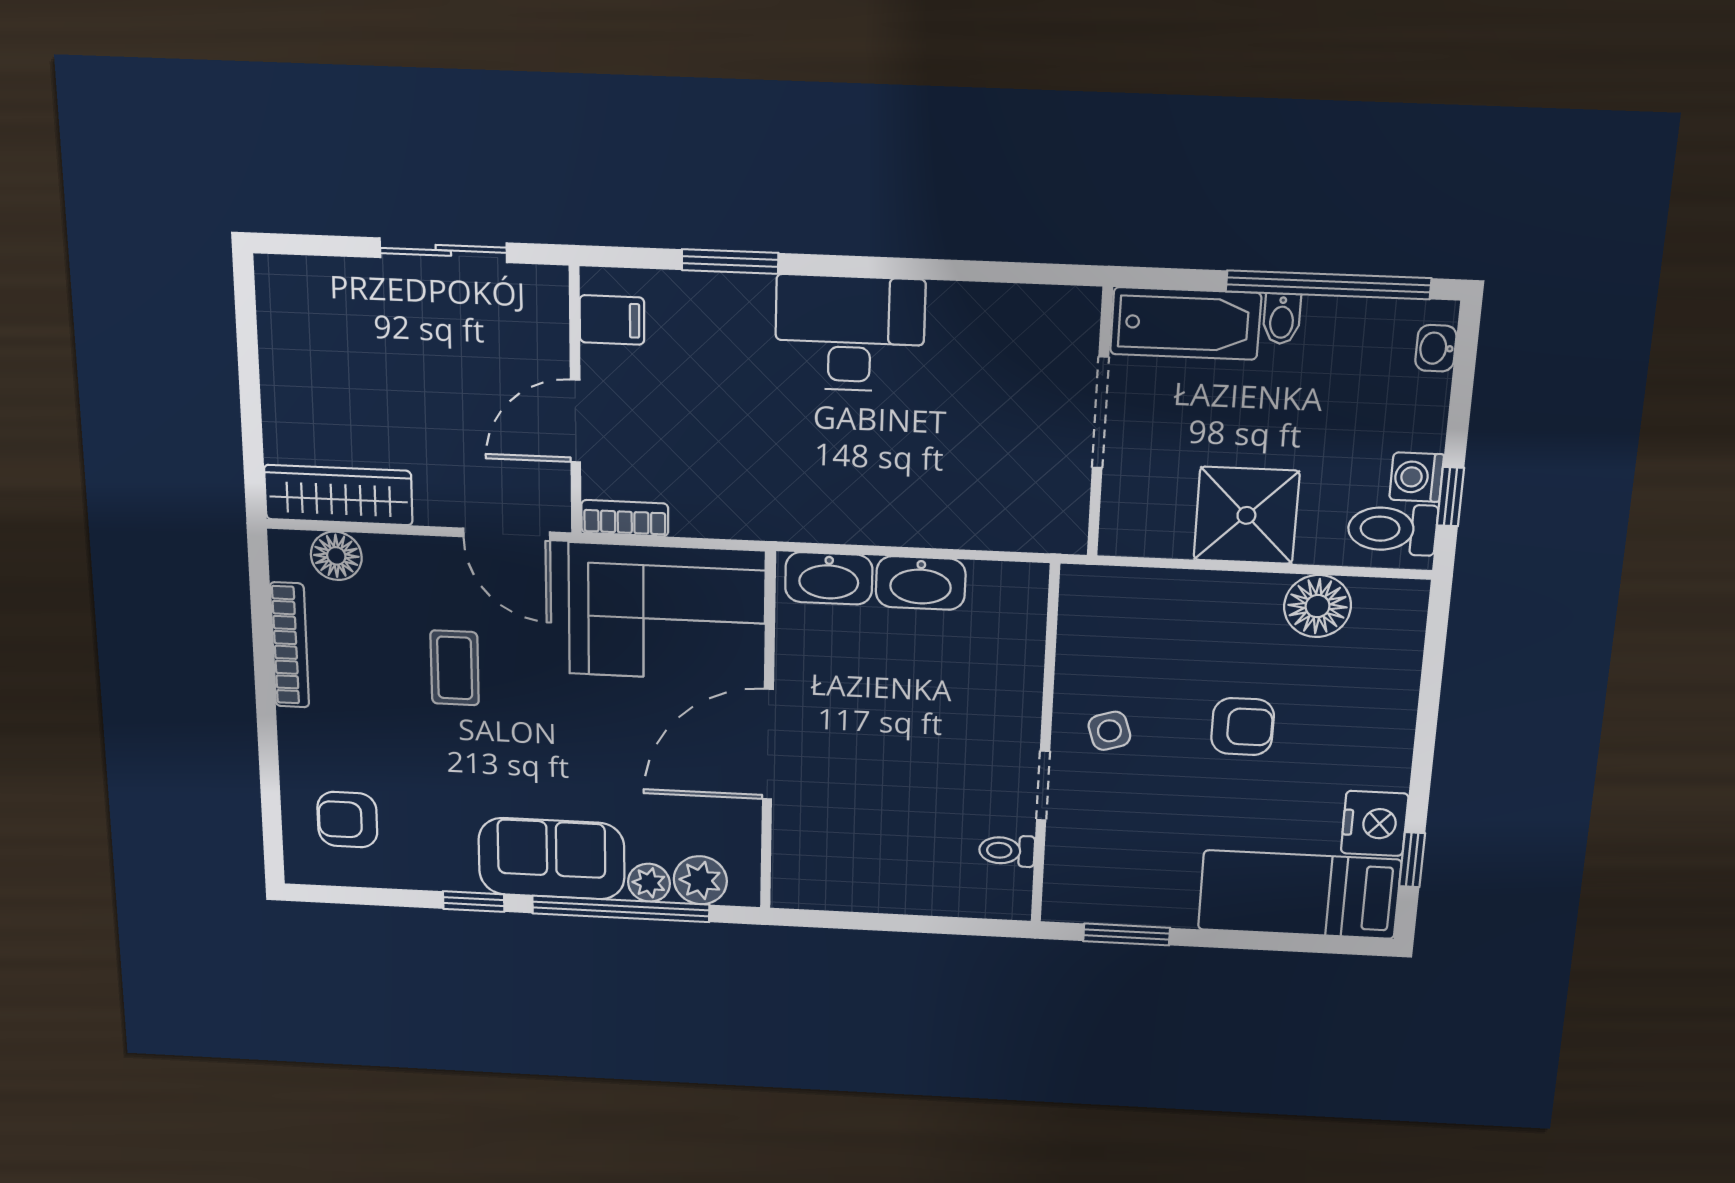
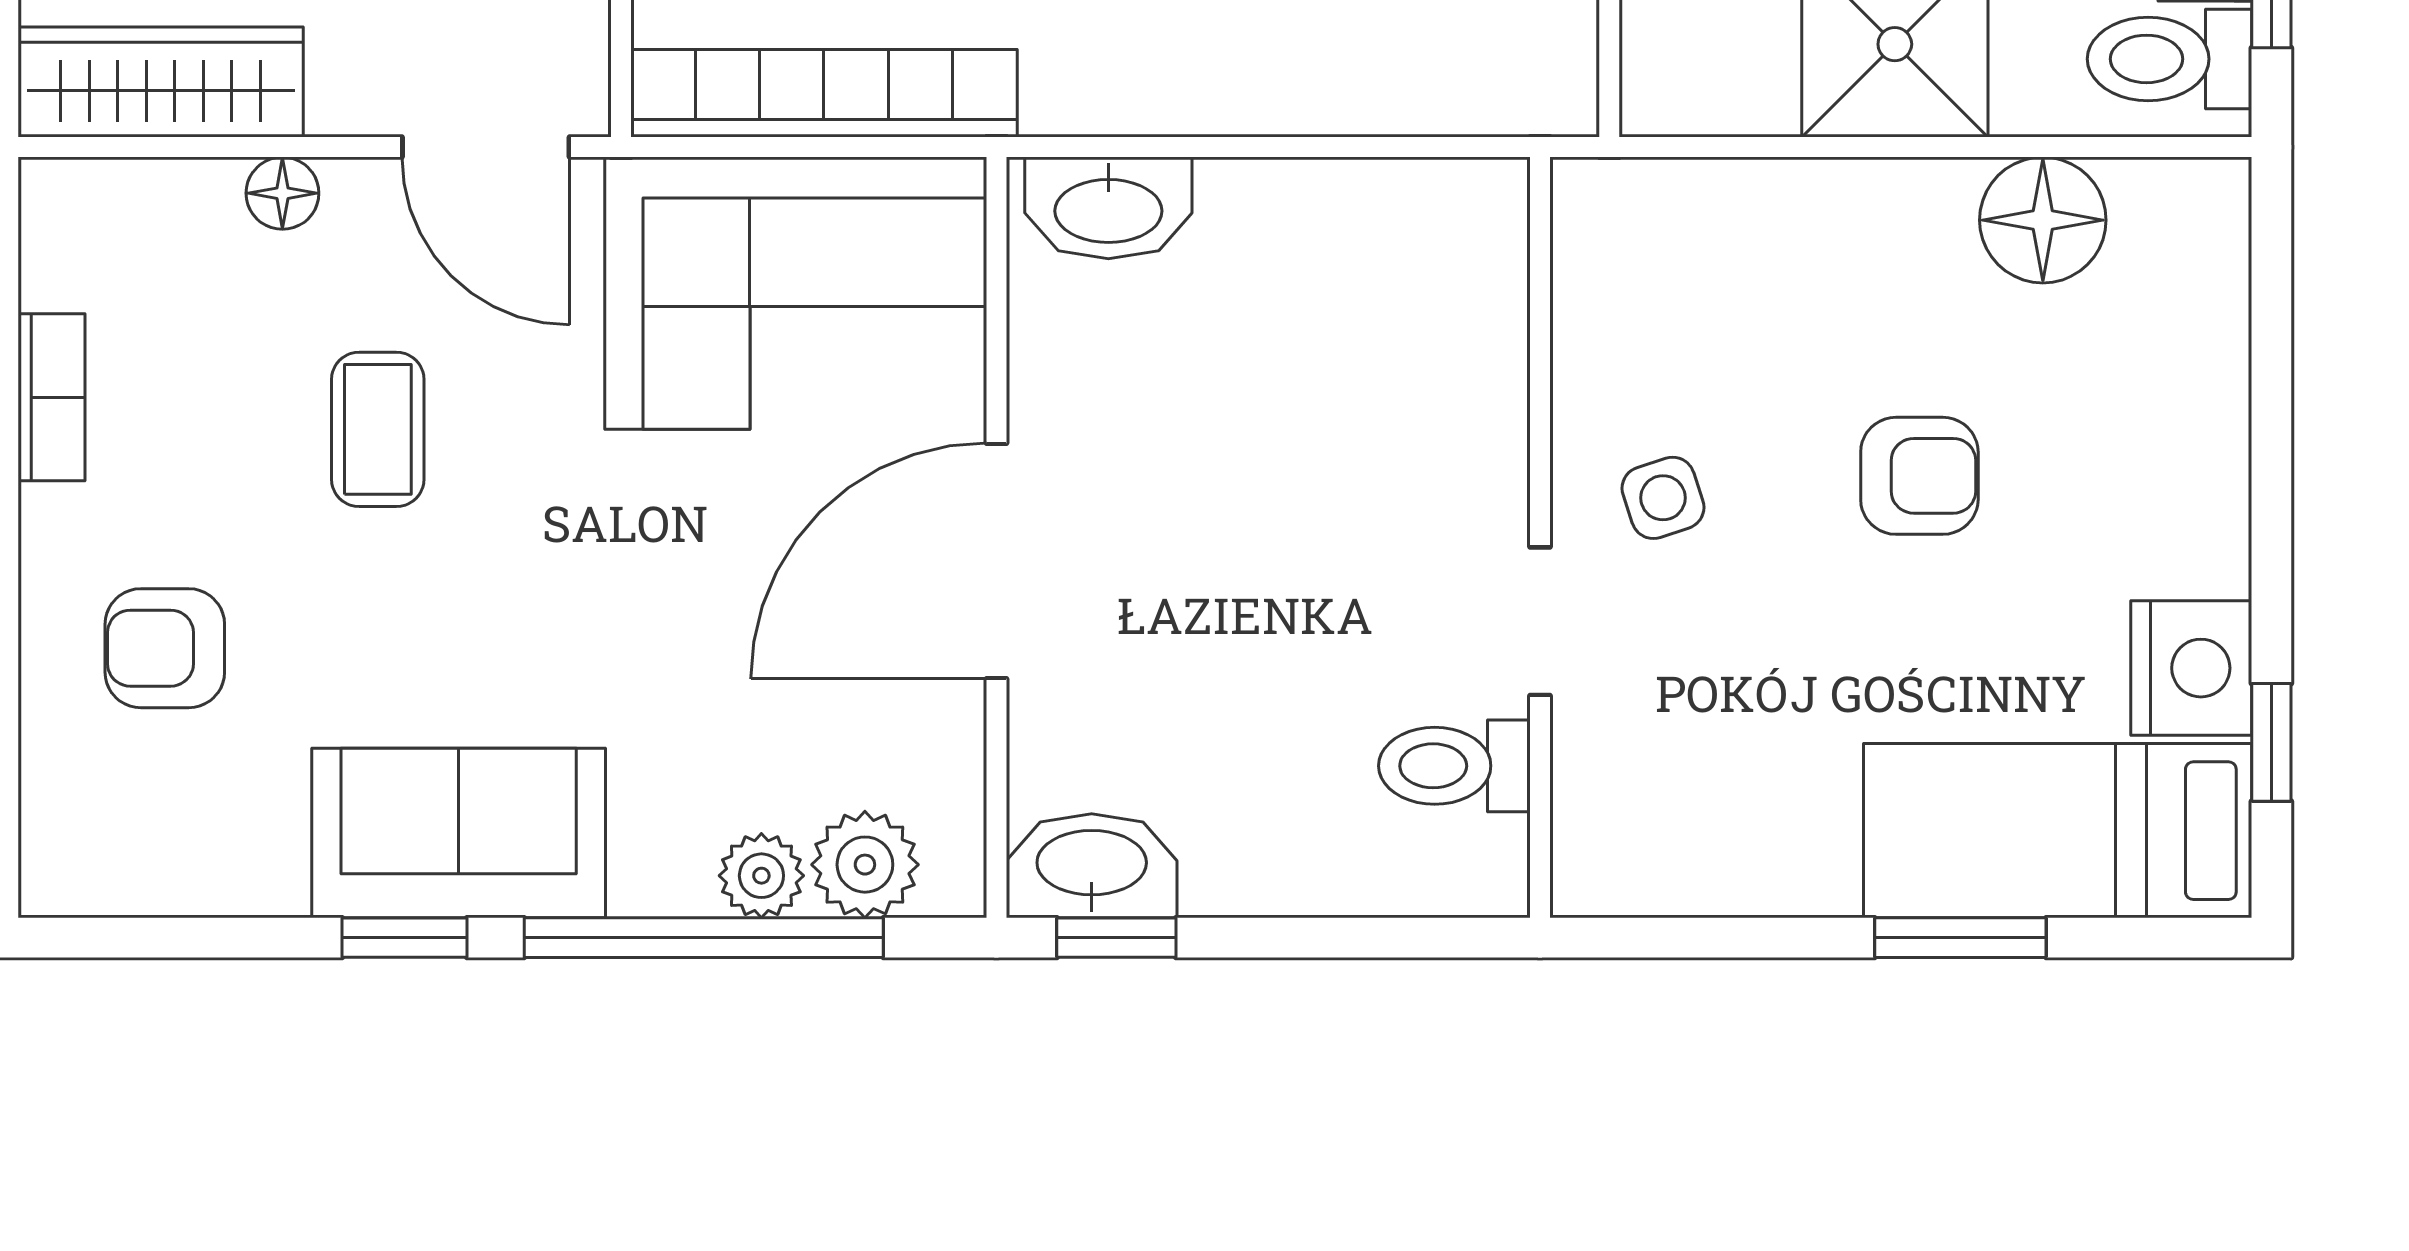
bookcase: (625, 518) -> (824, 93), width x2.31, depth x1.31
floor lamp: (336, 556) -> (282, 193), moved, width x0.73, depth x0.73
washbasin: (921, 583) -> (1092, 866), moved, turned 180
bookcase: (290, 645) -> (51, 397), width x0.64
armchair: (347, 820) -> (165, 648), moved
toilet: (1007, 851) -> (1454, 766), width x1.37, depth x1.39
sofa: (552, 859) -> (459, 833), moved
window: (824, 919) -> (1116, 938), added
window: (1127, 934) -> (1960, 938), moved

